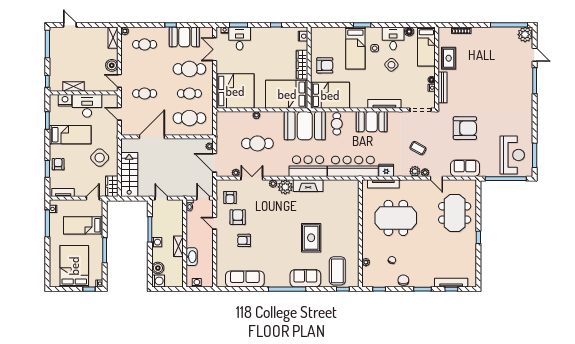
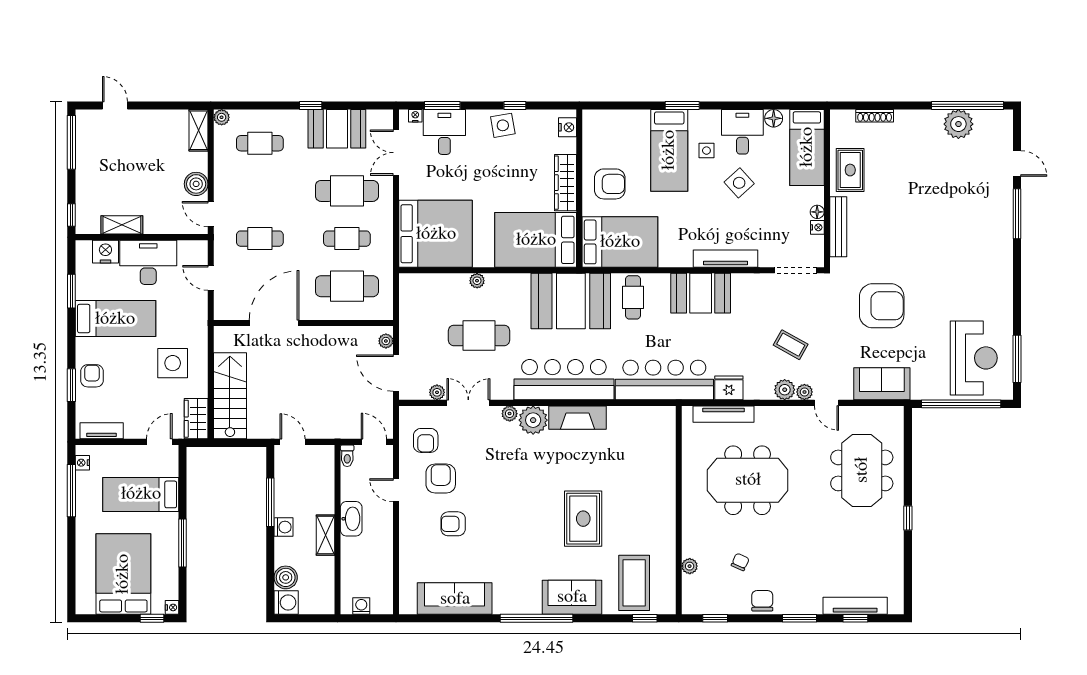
side table: (270, 35) -> (503, 125), added
plant: (525, 35) -> (958, 124), moved
side table: (100, 158) -> (173, 363), turned 45
bar counter: (308, 166) -> (564, 380), width x1.36
washbasin: (192, 257) -> (351, 519), moved

